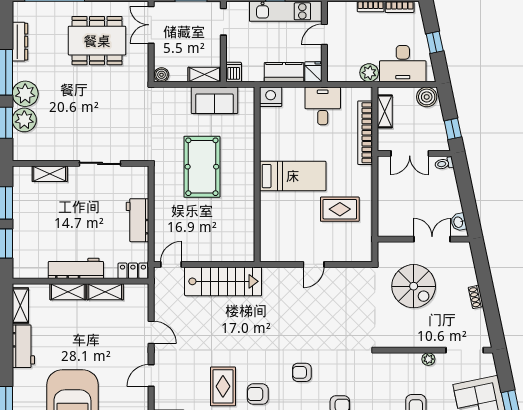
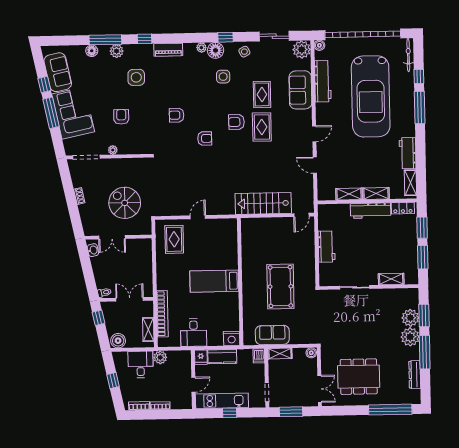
desk: (403, 64) -> (141, 364), width x0.73
rug: (340, 209) -> (174, 239), moved, turned 90
locker: (133, 271) -> (403, 208), moved
armchair: (258, 394) -> (236, 122), turned 180

